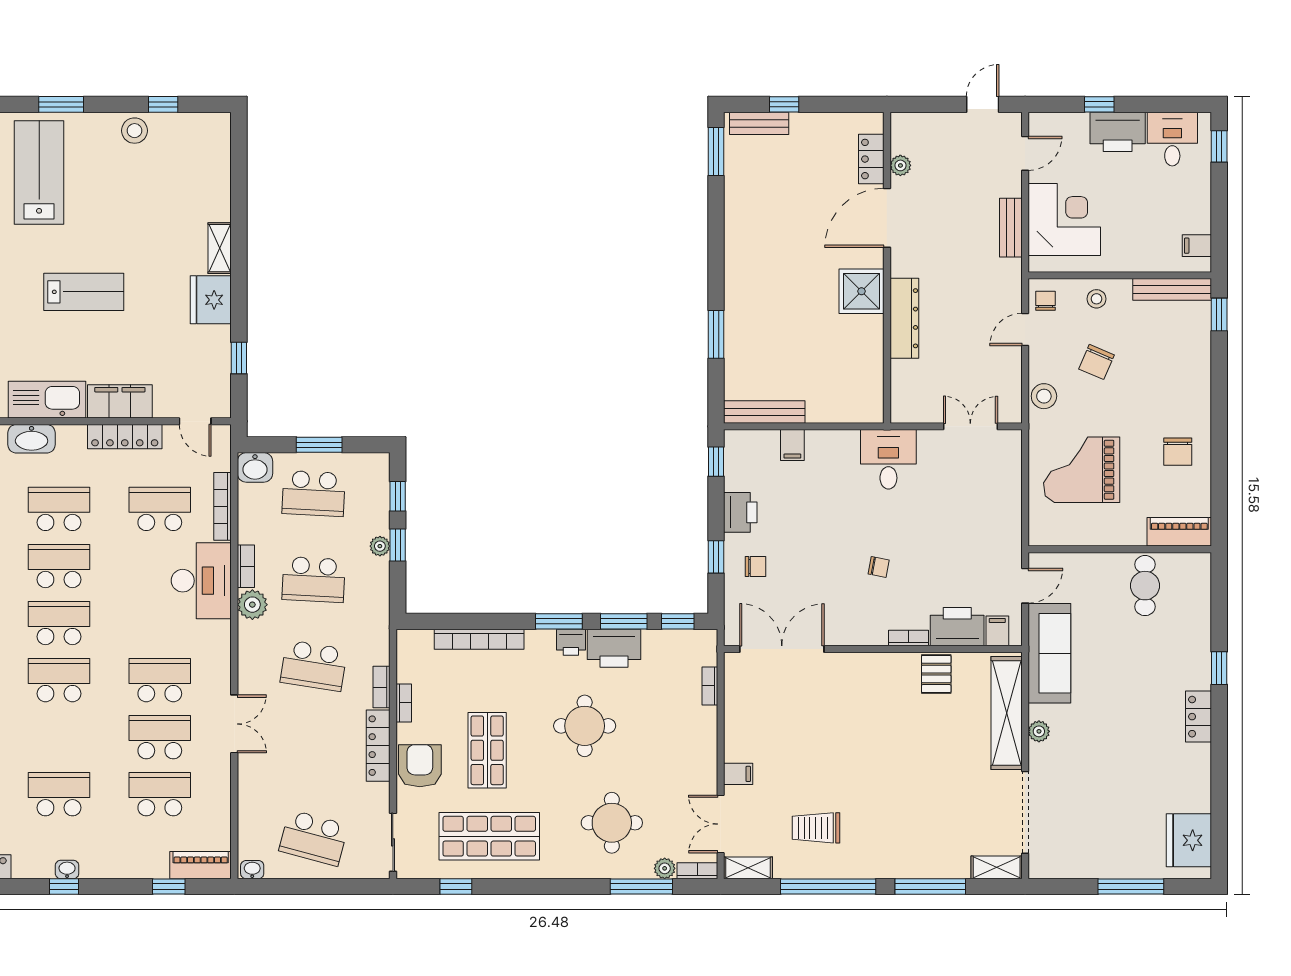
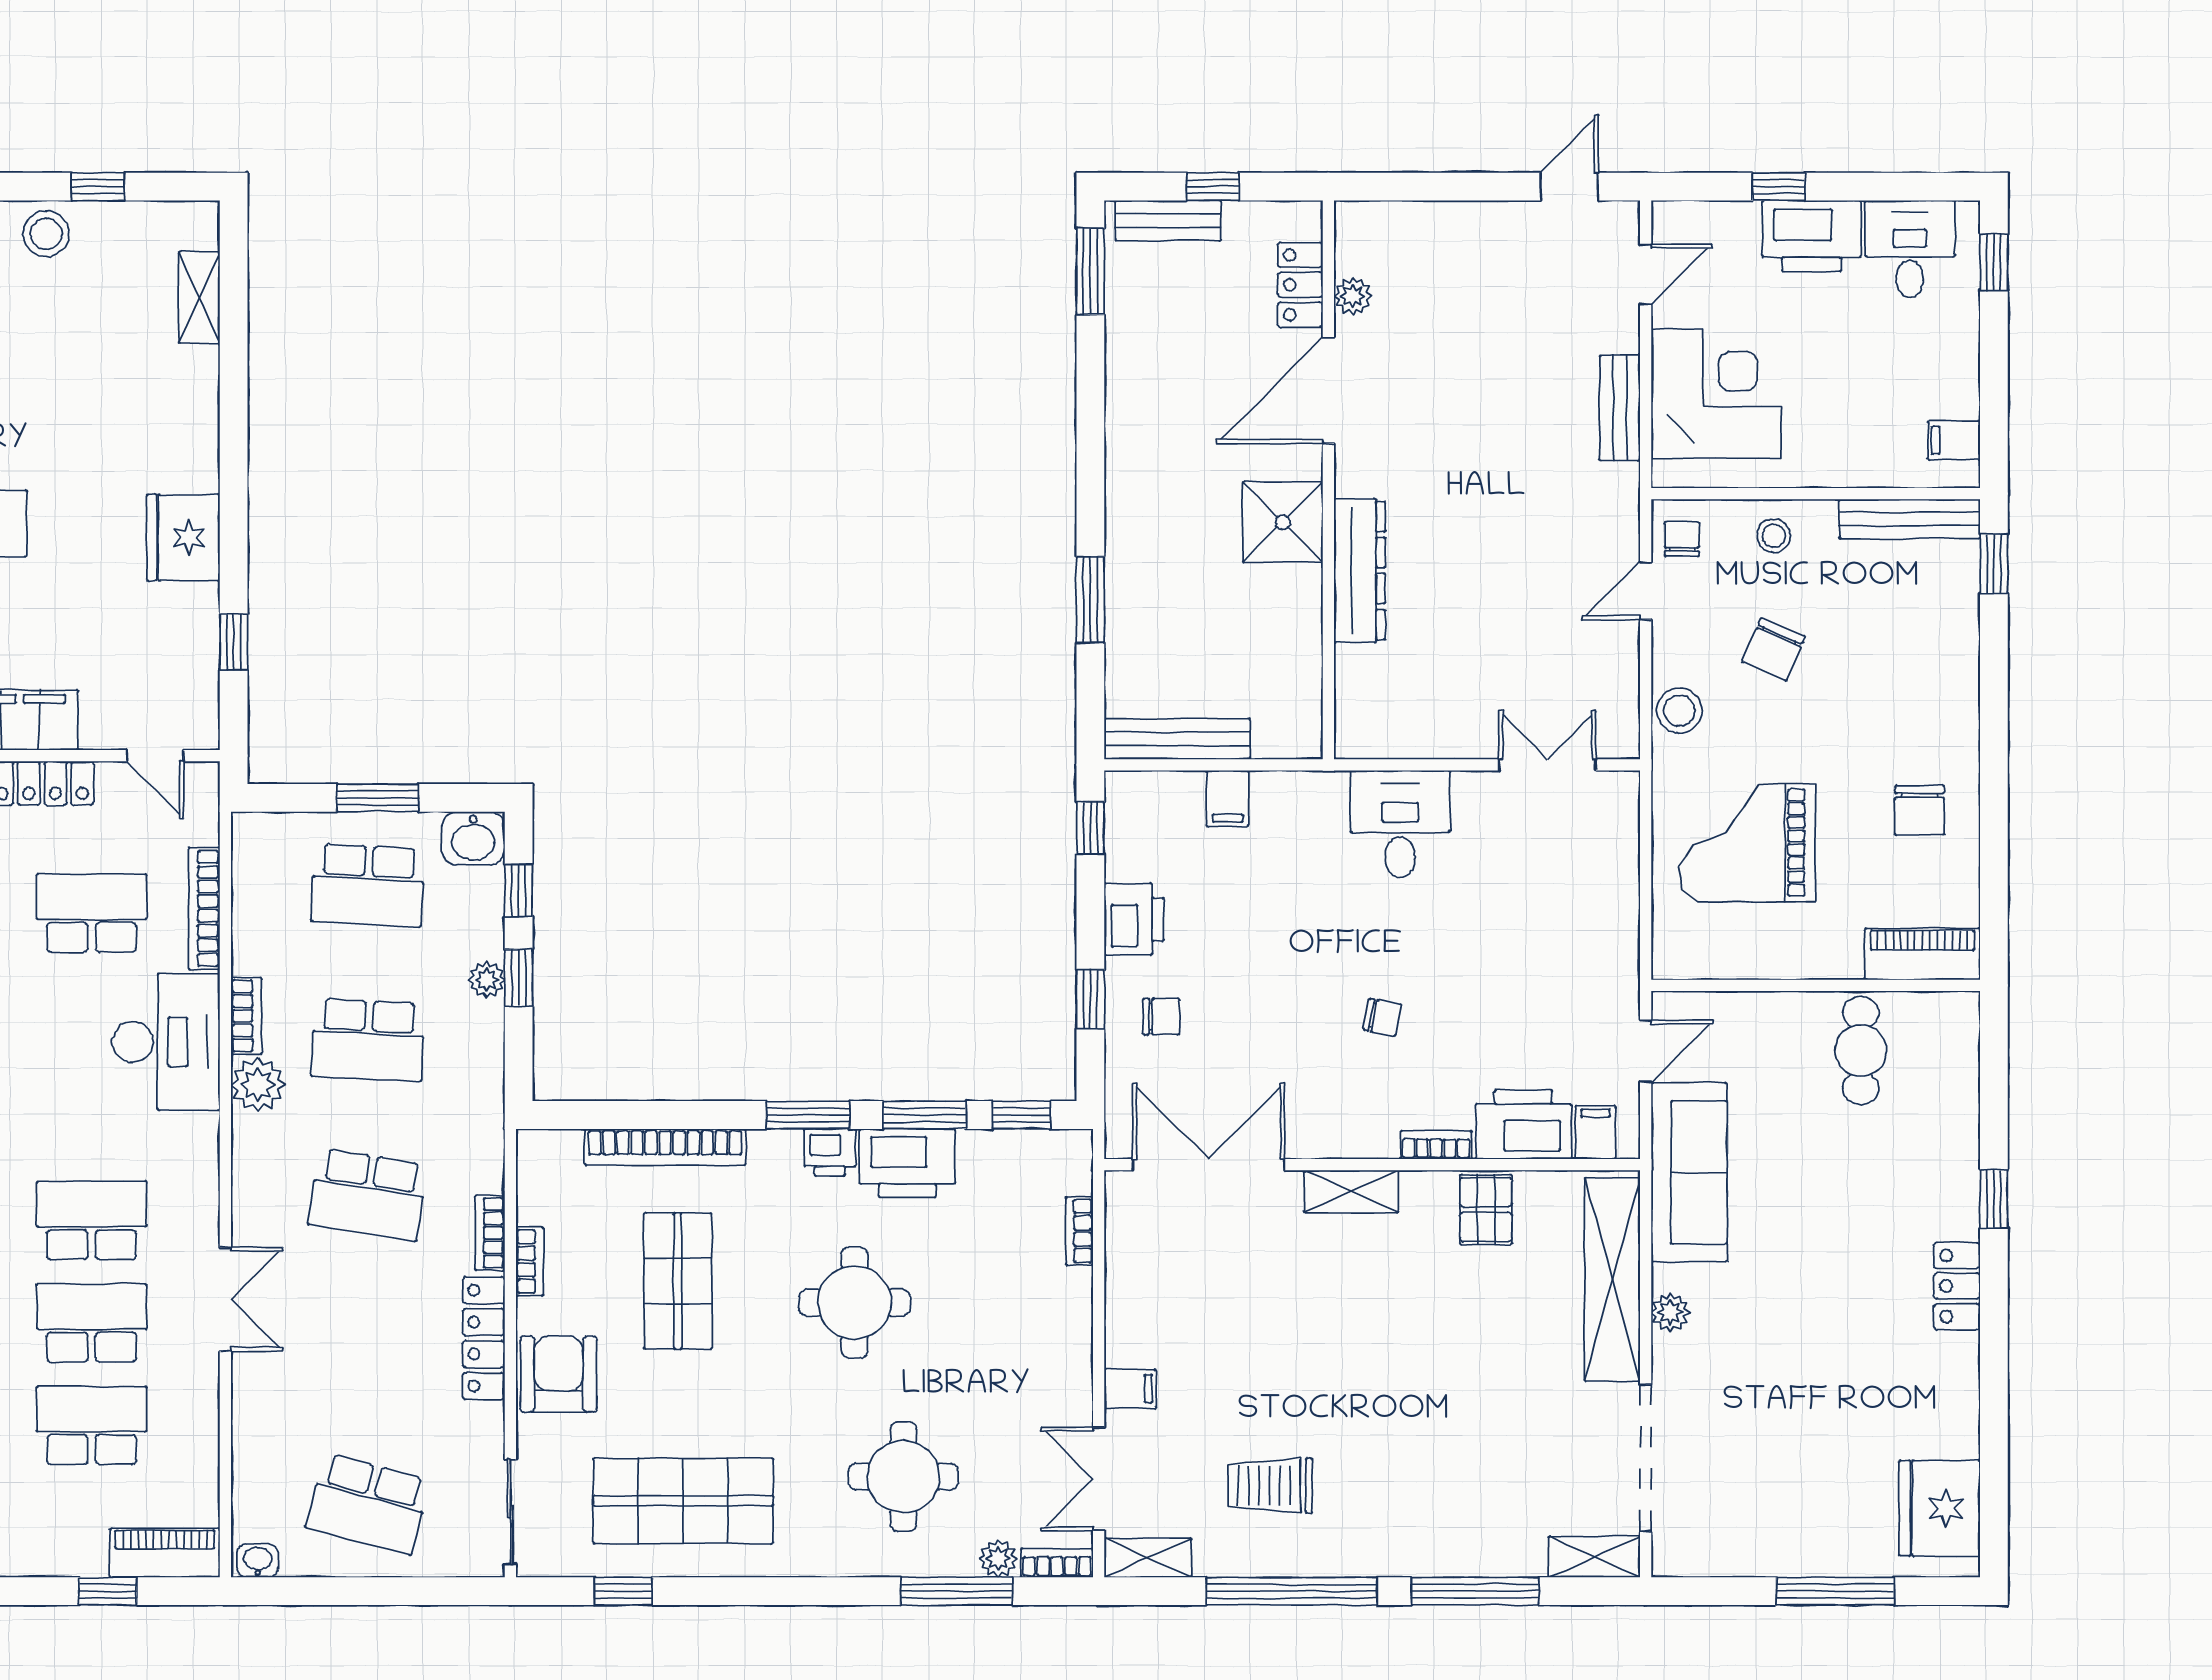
locker: (871, 159) -> (1300, 285), moved
plant: (900, 165) -> (1353, 296), moved
door: (887, 218) -> (1328, 390), moved
shelving: (220, 248) -> (199, 297), moved
wall: (887, 268) -> (1328, 480), moved
shower: (861, 291) -> (1283, 522), moved
dresser: (904, 318) -> (1360, 571), moved
washbasin: (255, 467) -> (473, 838), moved
shelving: (861, 664) -> (1351, 1191), added
shop shelf: (487, 750) -> (678, 1281), moved

